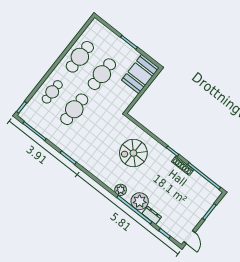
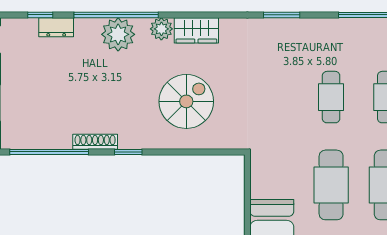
cafe table: (74, 109) -> (331, 97), width x0.73, depth x0.74
wardrobe: (107, 178) -> (196, 30), added
dresser: (152, 215) -> (56, 27), moved

